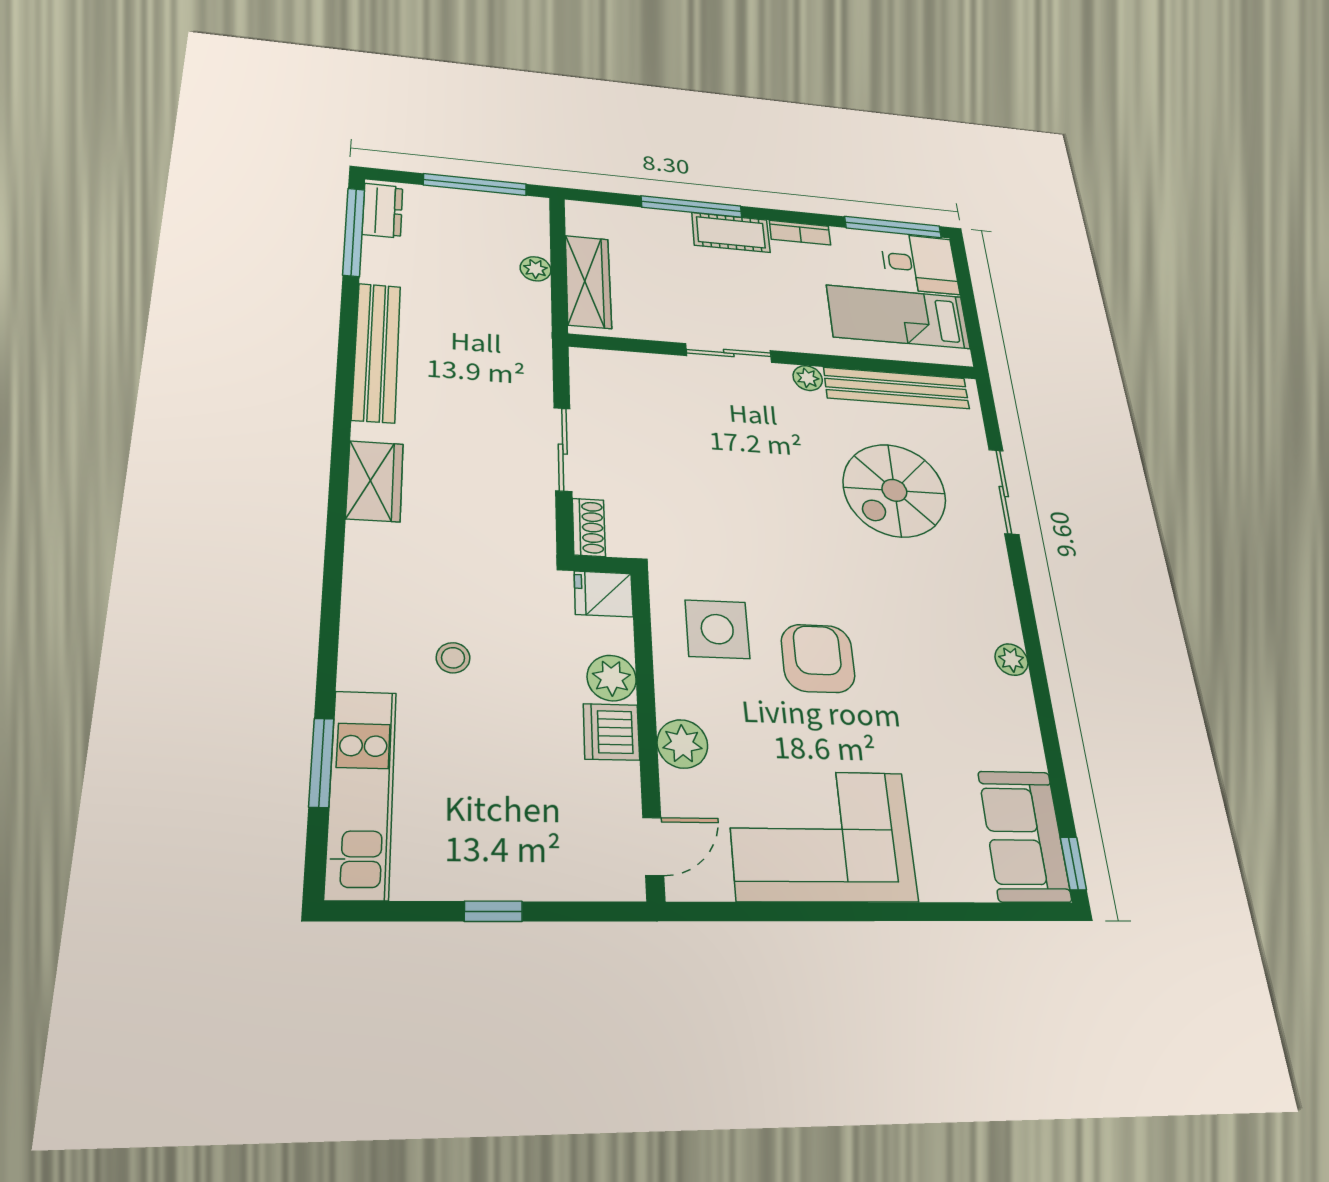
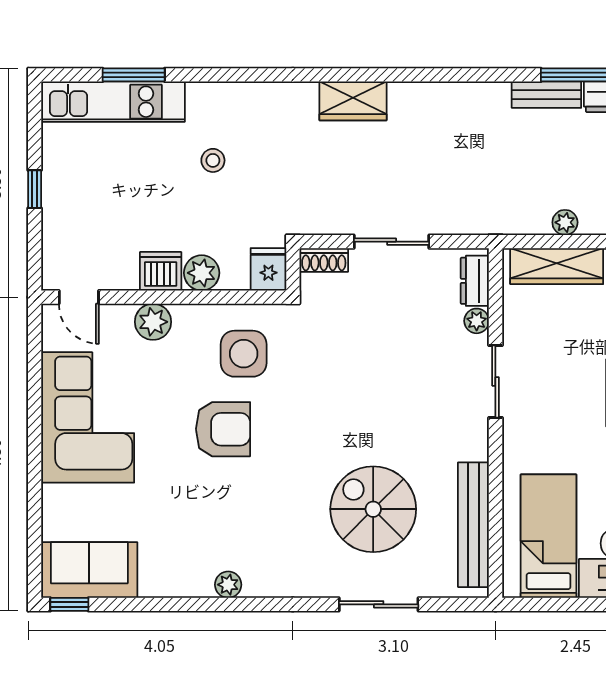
bench: (376, 352) -> (546, 95), moved, width x0.54, depth x0.82
dresser: (609, 364) -> (475, 281), added
plant: (808, 378) -> (477, 321), moved

